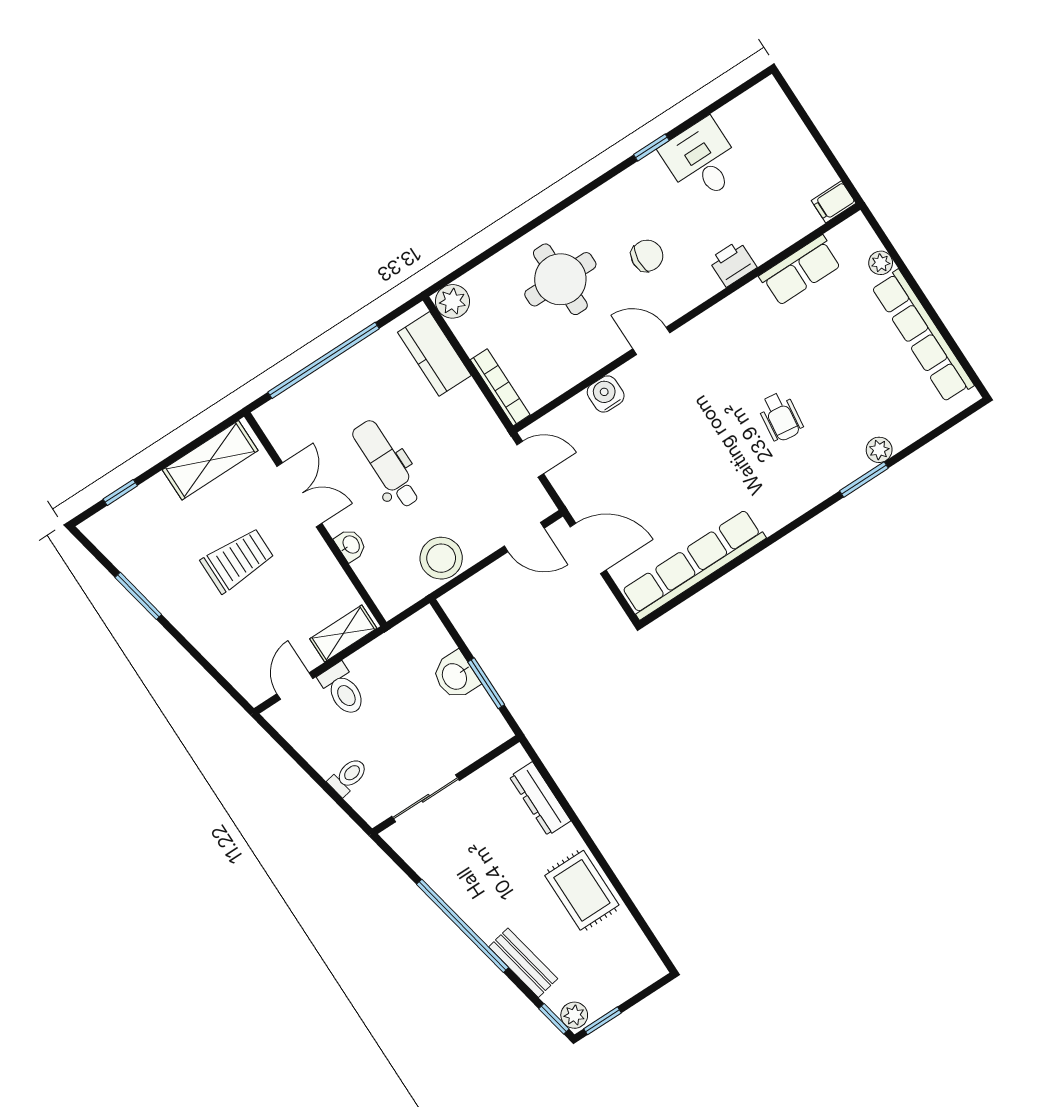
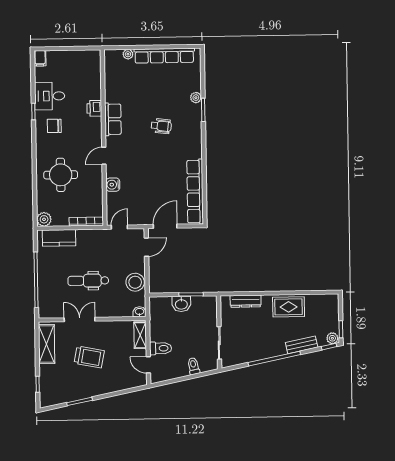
filing cabinet: (834, 202) -> (40, 58), moved
chair: (647, 256) -> (54, 126), moved, turned -94
row of seats: (800, 271) -> (113, 119), moved
washbasin: (351, 545) -> (139, 312), moved
trolley: (237, 560) -> (89, 357), turned 101

